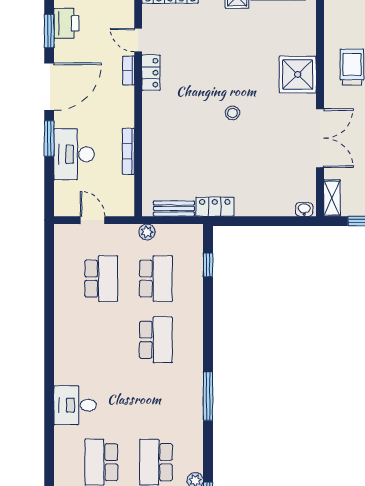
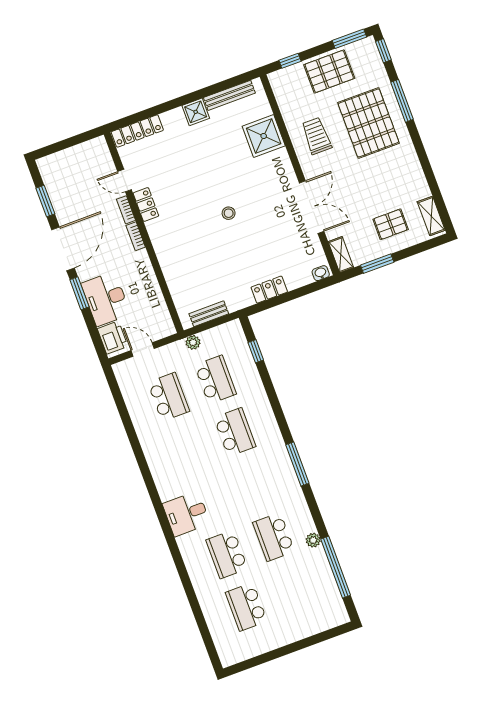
printer: (66, 23) -> (113, 338), moved
shower: (298, 74) -> (264, 136), moved
bookcase: (128, 151) -> (136, 236), moved, width x0.64
locker: (215, 207) -> (269, 290), moved

